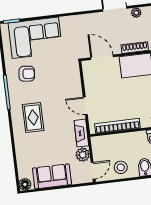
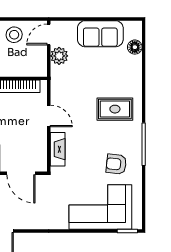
rug: (33, 118) -> (115, 109), turned 90
fireplace: (81, 133) -> (58, 149), moved
floor lamp: (25, 184) -> (135, 47), moved

